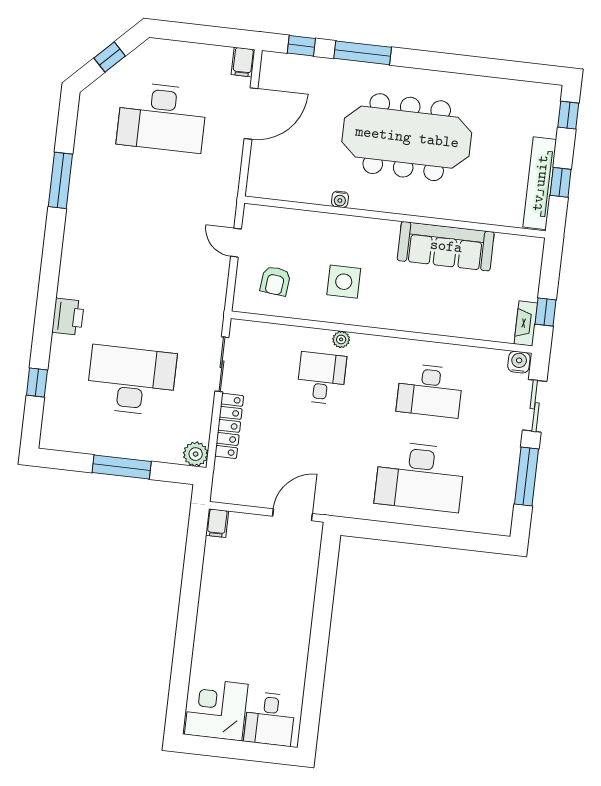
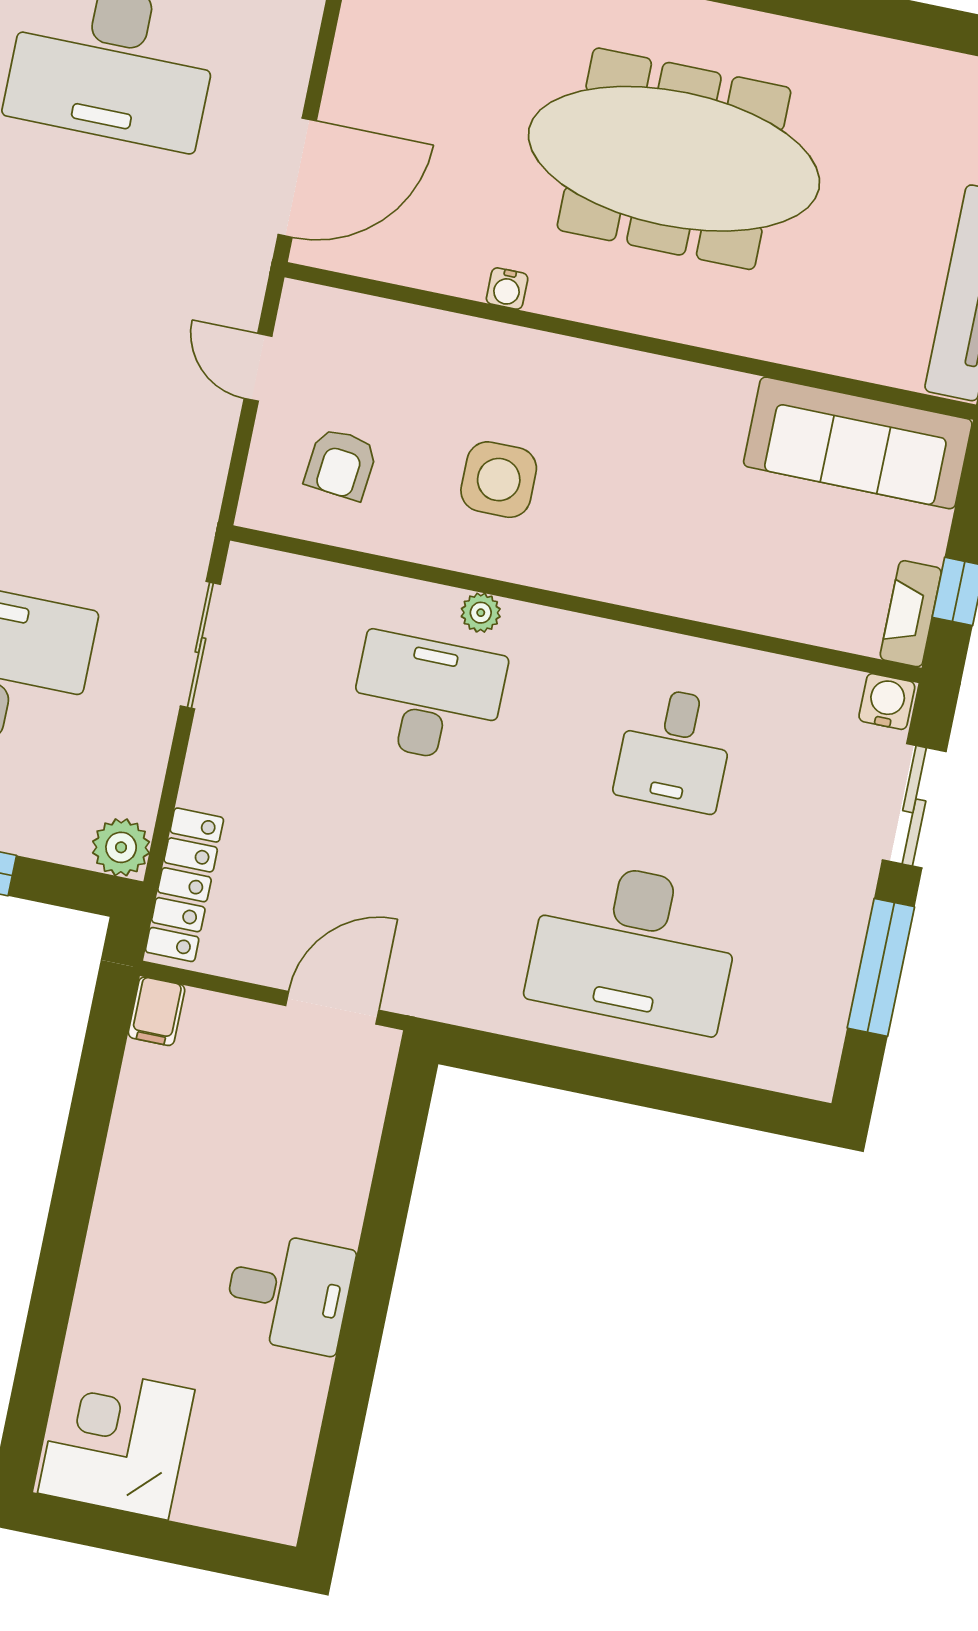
door: (251, 113) -> (297, 178), moved
sofa: (446, 246) -> (858, 443), moved
desk: (321, 378) -> (427, 698), width x1.37
desk: (430, 391) -> (675, 749), width x0.73
locker: (229, 426) -> (184, 885), moved
desk: (270, 719) -> (289, 1292), moved, turned -90

